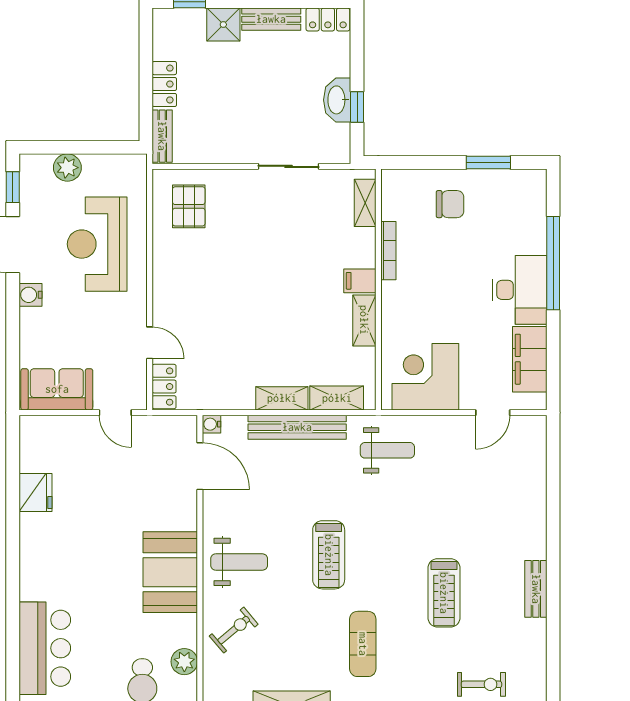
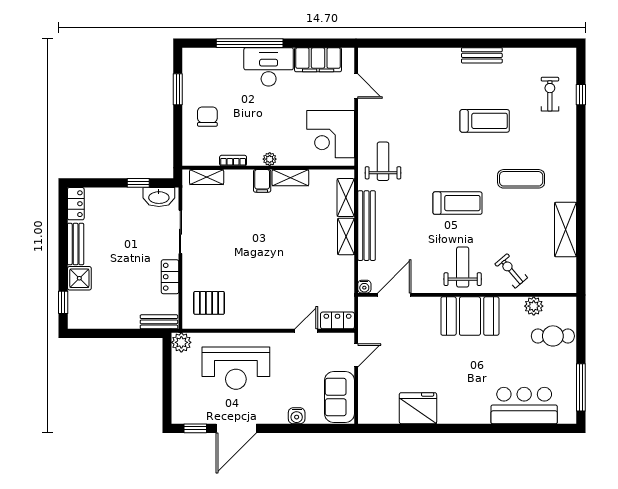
locker: (164, 84) -> (170, 277), moved, turned -90
washbasin: (337, 100) -> (159, 197), moved
plant: (67, 168) -> (181, 342), moved
bookcase: (388, 251) -> (233, 161), width x0.64
plant: (390, 291) -> (270, 159), added
water cooler: (30, 295) -> (297, 416), moved
fridge: (35, 492) -> (418, 408), width x1.36, depth x1.34

